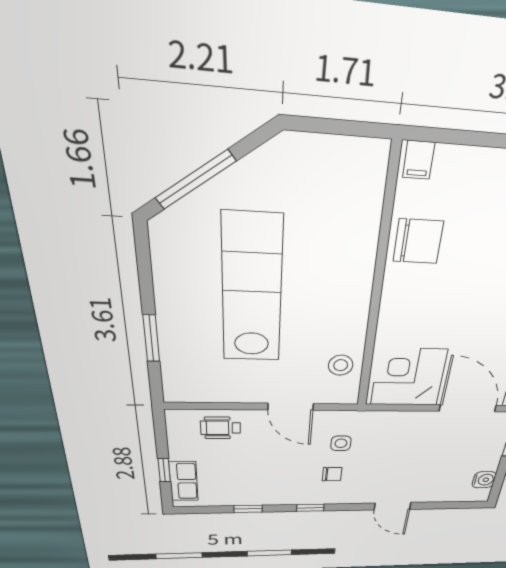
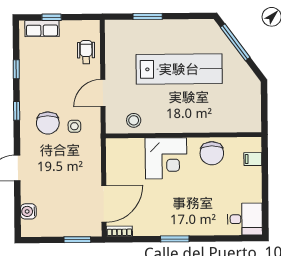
filing cabinet: (419, 160) -> (253, 159), moved
corner desk: (409, 377) -> (166, 158), moved, turned 90
chair: (332, 474) -> (48, 123), width x1.87, depth x1.87
water cooler: (484, 480) -> (28, 211), moved, turned 90

